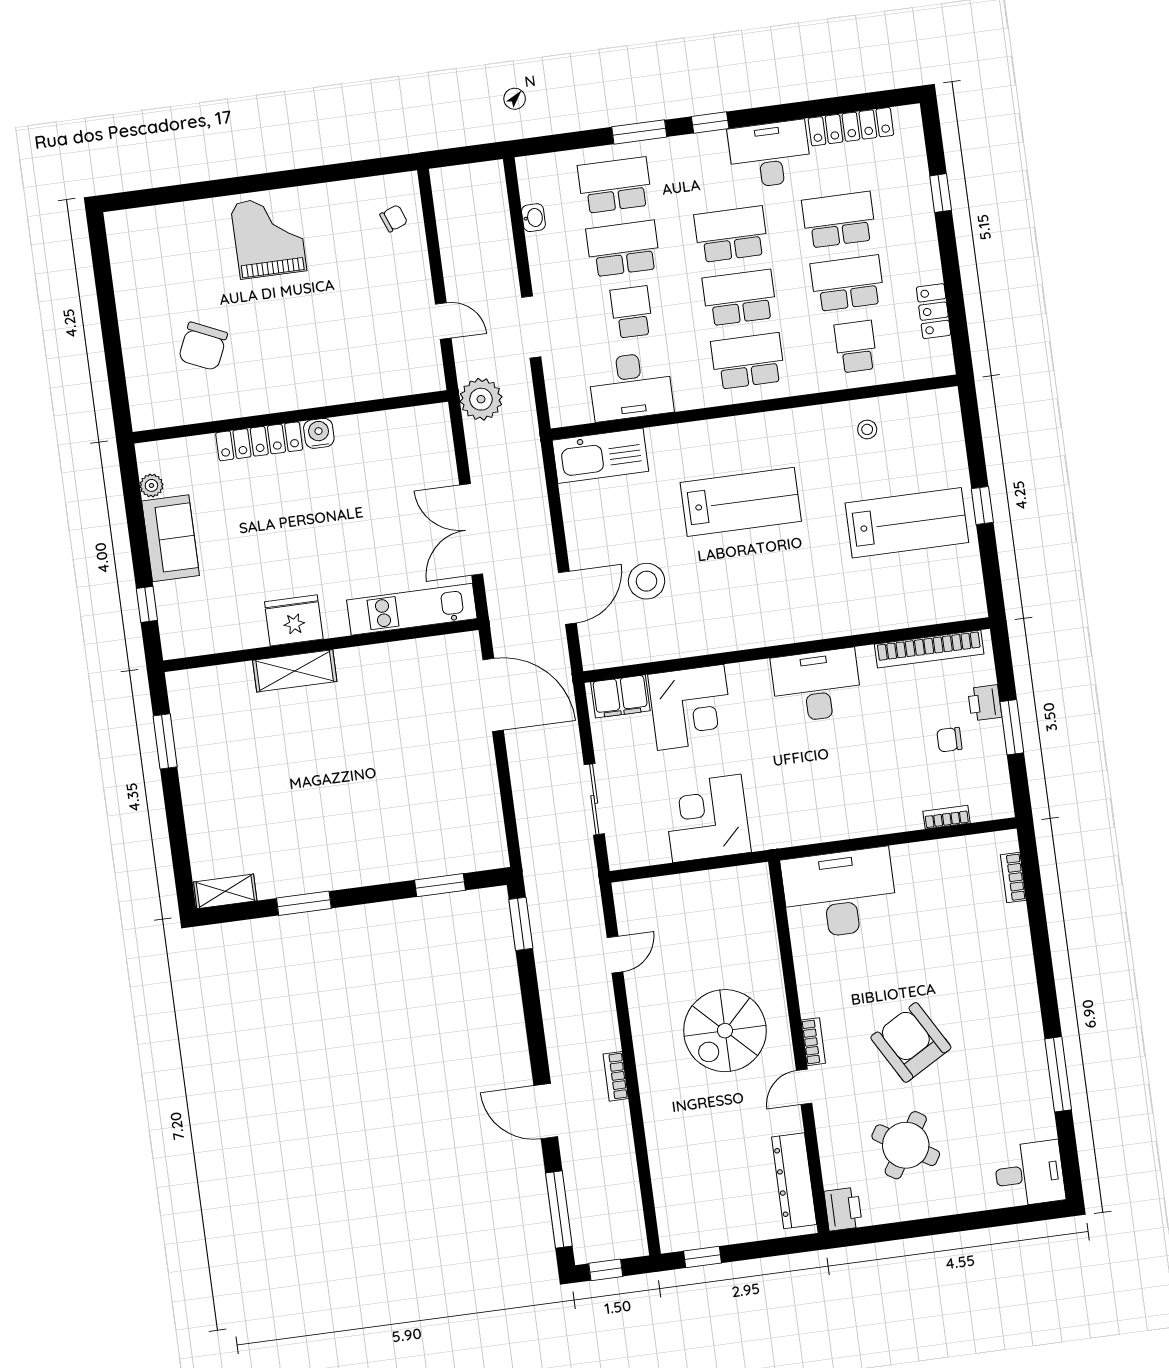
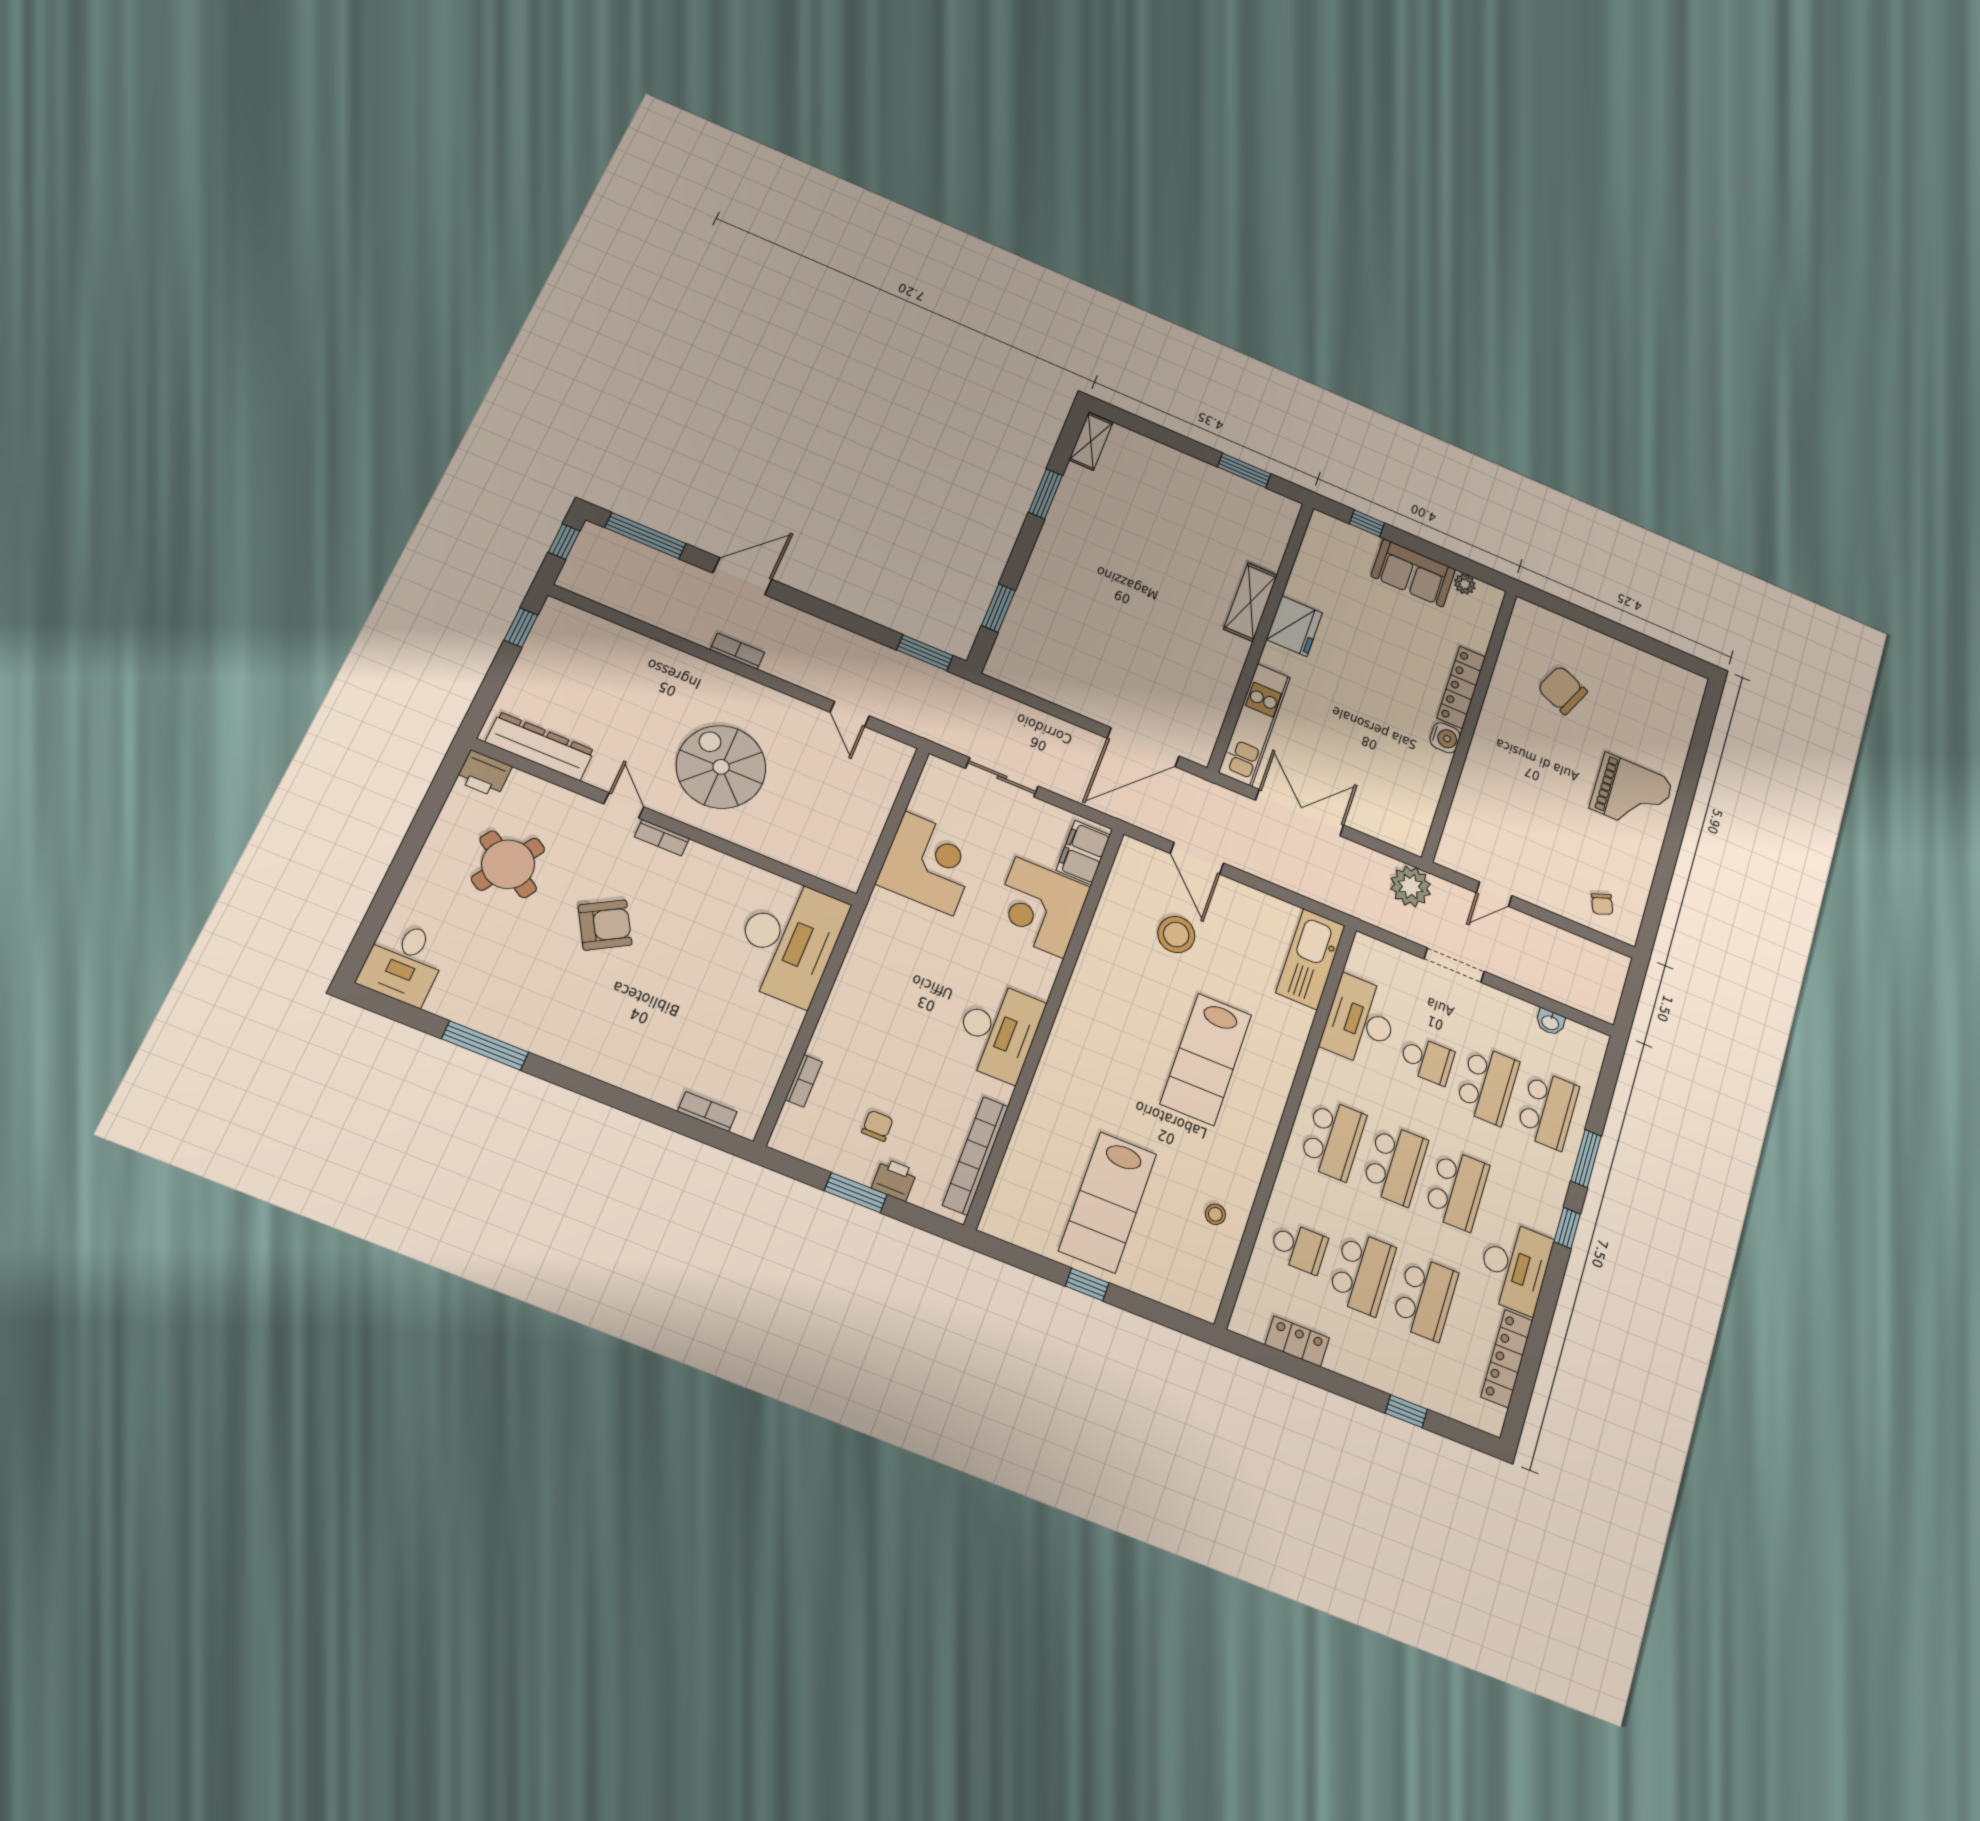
armchair: (911, 1042) -> (605, 925), width x0.73, depth x0.73

